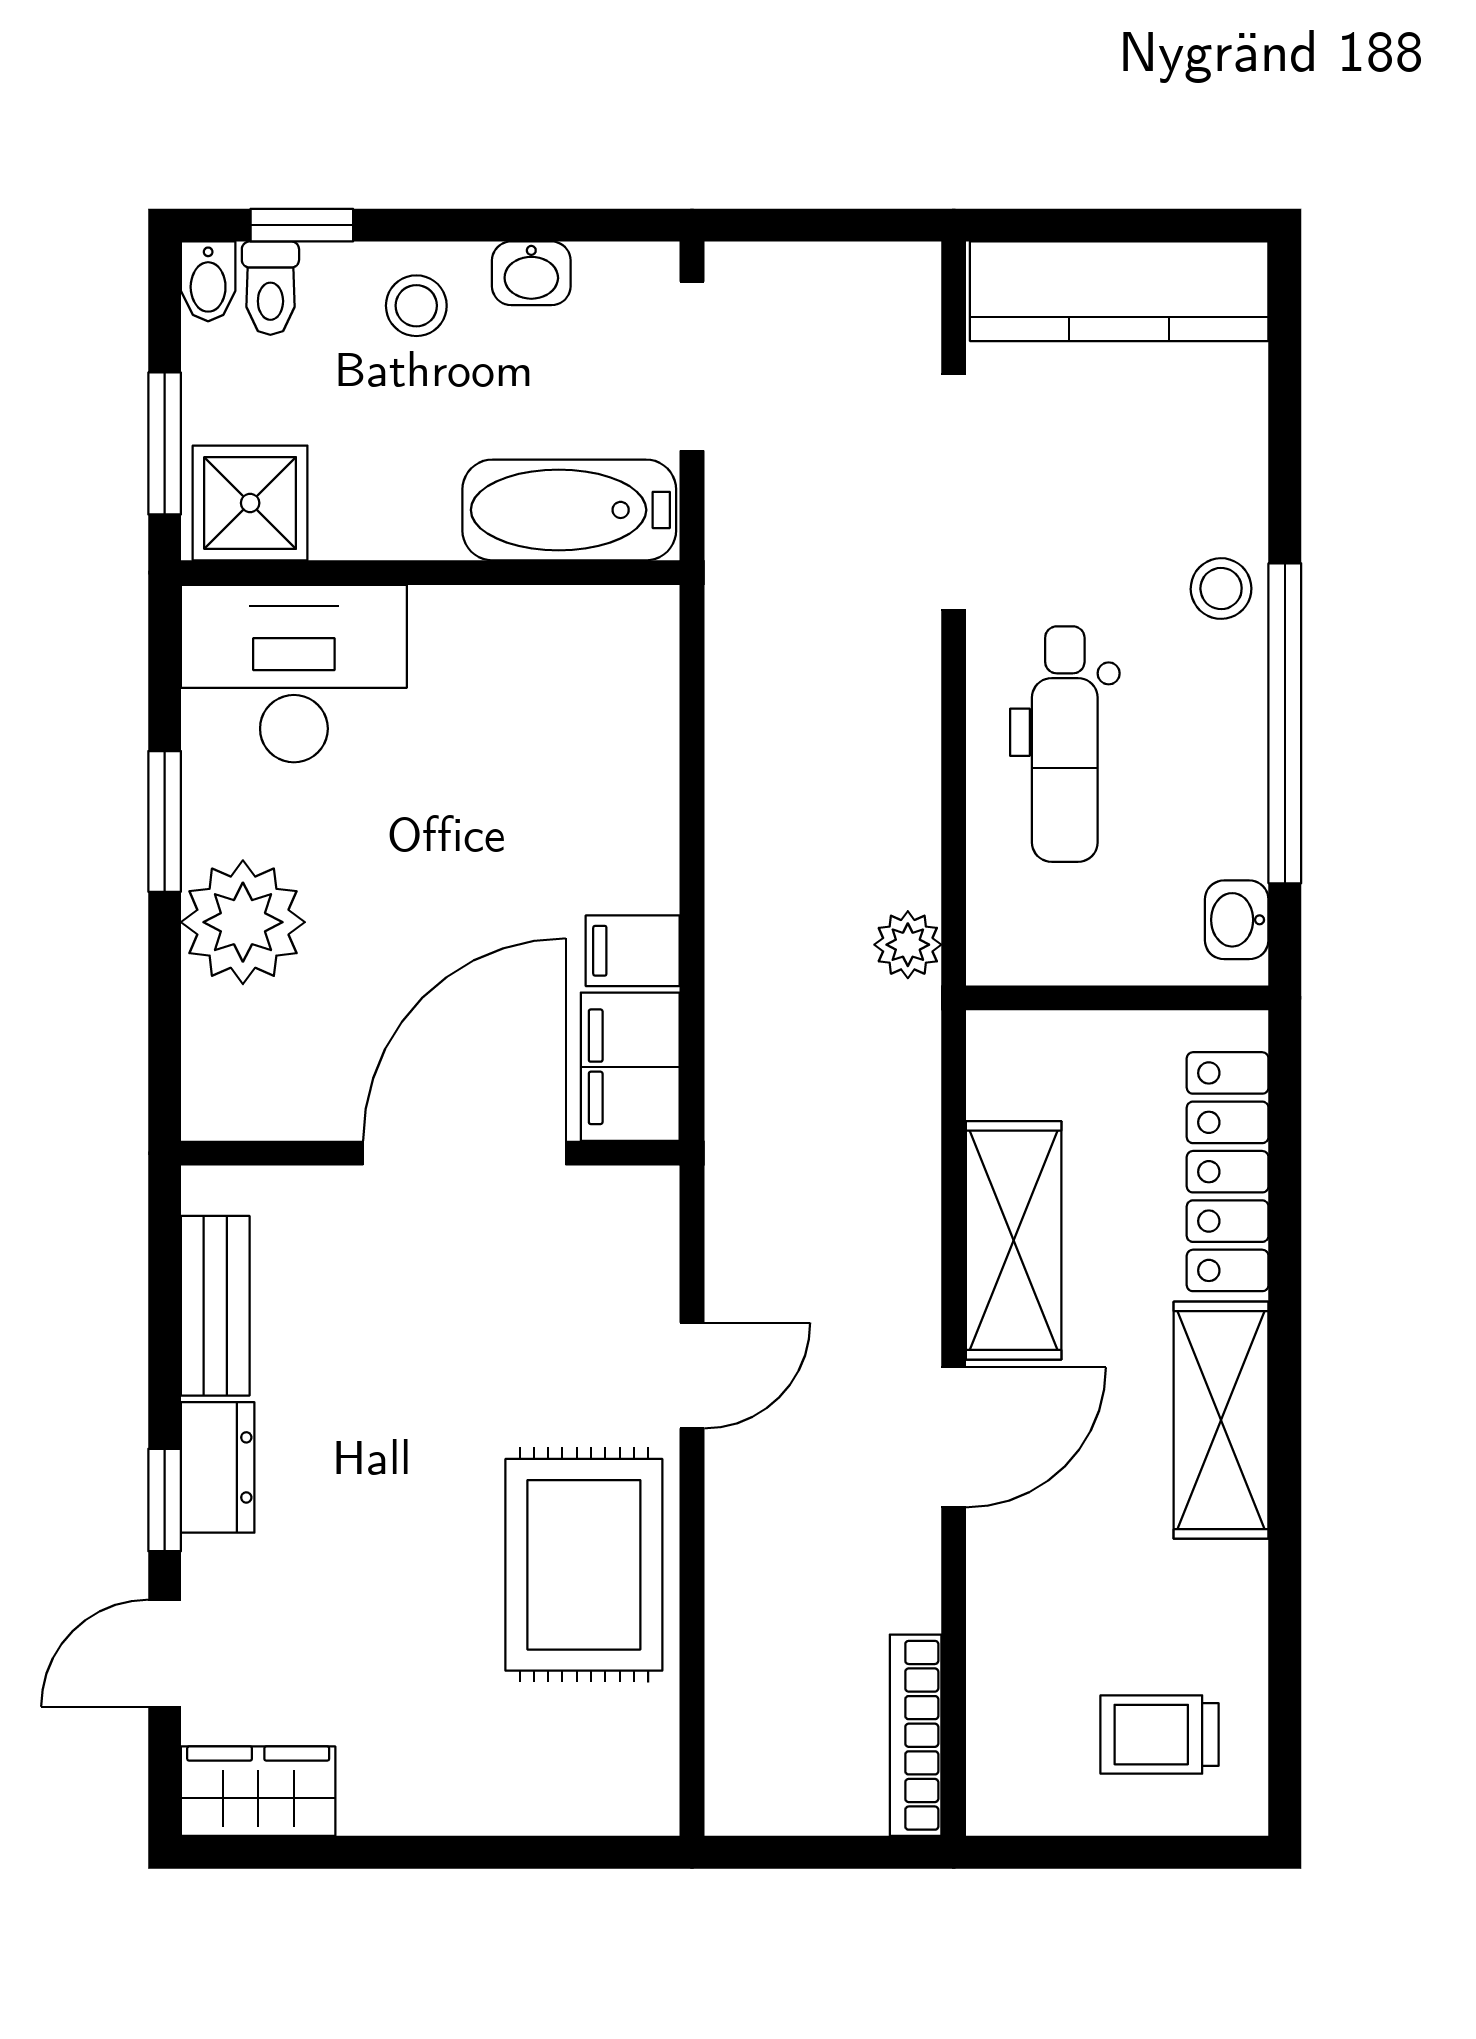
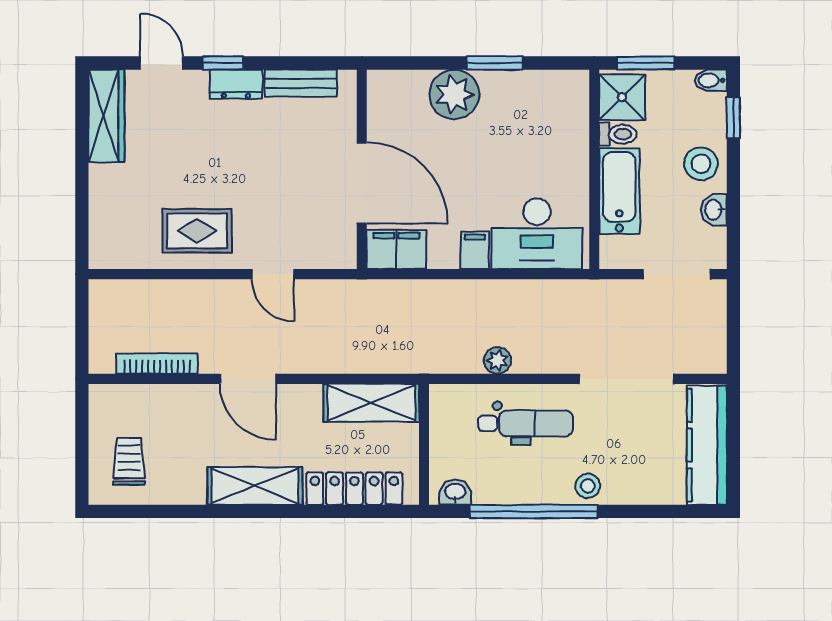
toilet: (270, 288) -> (618, 134), moved, turned 180
stool: (416, 306) -> (701, 164), width x1.37, depth x1.37
bathtub: (569, 510) -> (619, 191), moved
desk: (294, 674) -> (537, 234), moved, turned 90
dental chair: (1065, 744) -> (526, 423), turned 180
plant: (908, 945) -> (497, 361), moved
filing cabinet: (633, 951) -> (475, 250), moved
shelving: (1014, 1240) -> (371, 403), moved
rug: (584, 1565) -> (197, 231), width x0.73, depth x0.70
bookcase: (916, 1735) -> (157, 364), moved
wardrobe: (258, 1791) -> (106, 116), width x1.50

